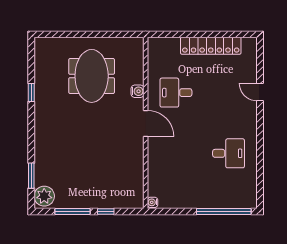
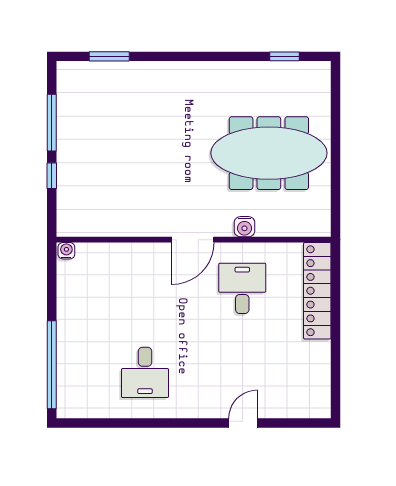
locker: (211, 46) -> (317, 291), moved
meeting table: (92, 76) -> (269, 153), width x1.36
window: (31, 92) -> (285, 56), moved
plant: (44, 196) -> (76, 77), removed

